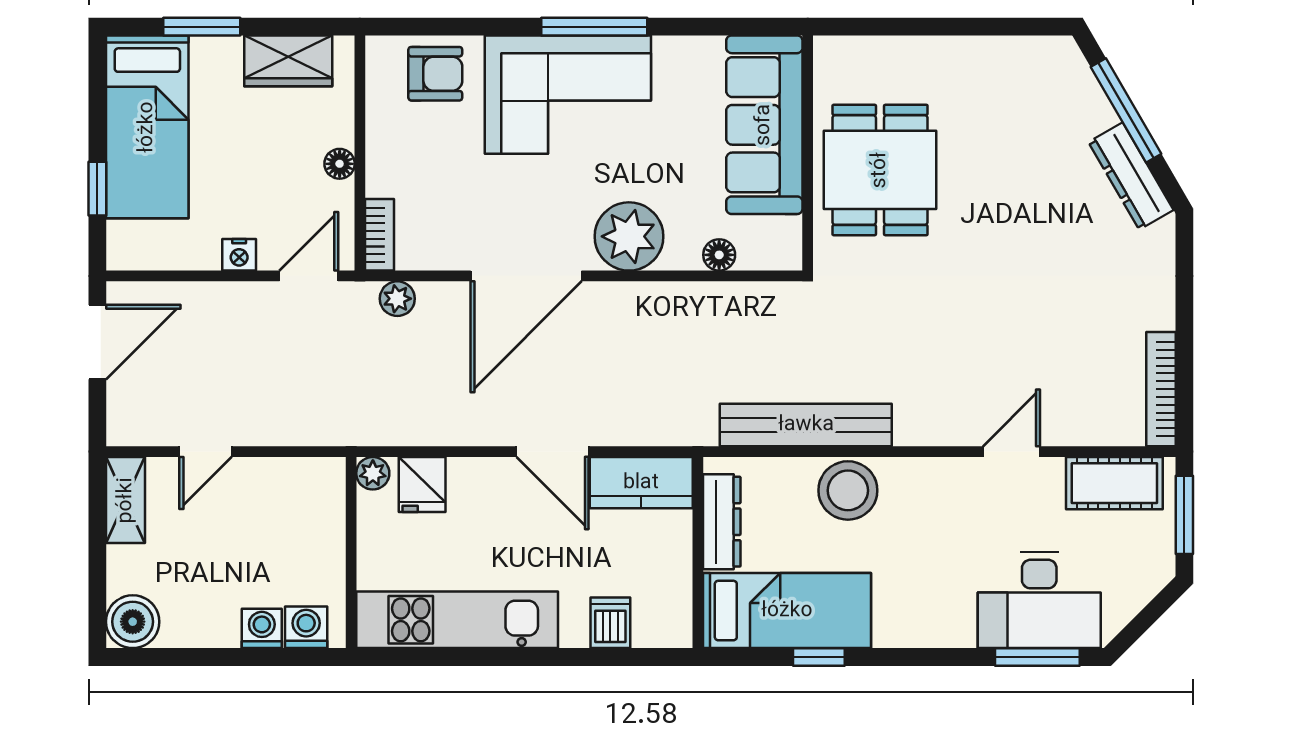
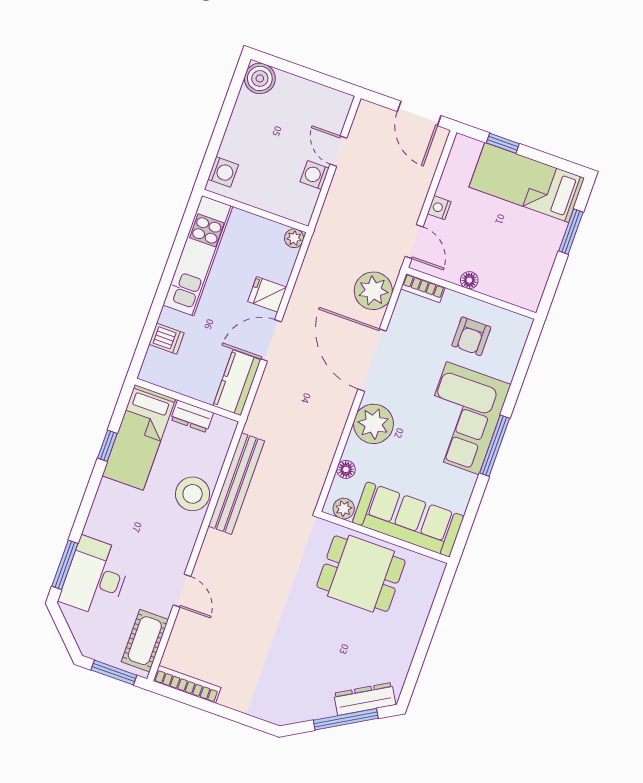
wardrobe: (288, 61) -> (535, 272), removed
armchair: (435, 74) -> (471, 336), moved
dresser: (1131, 176) -> (365, 699), moved
plant: (784, 236) -> (344, 509), added
plant: (397, 299) -> (373, 291), width x1.87, depth x1.87
fridge: (422, 485) -> (267, 294), moved
shelving: (126, 500) -> (328, 98), removed
dresser: (722, 522) -> (192, 416), width x0.70
washing machine: (262, 628) -> (315, 175), moved, turned 180

